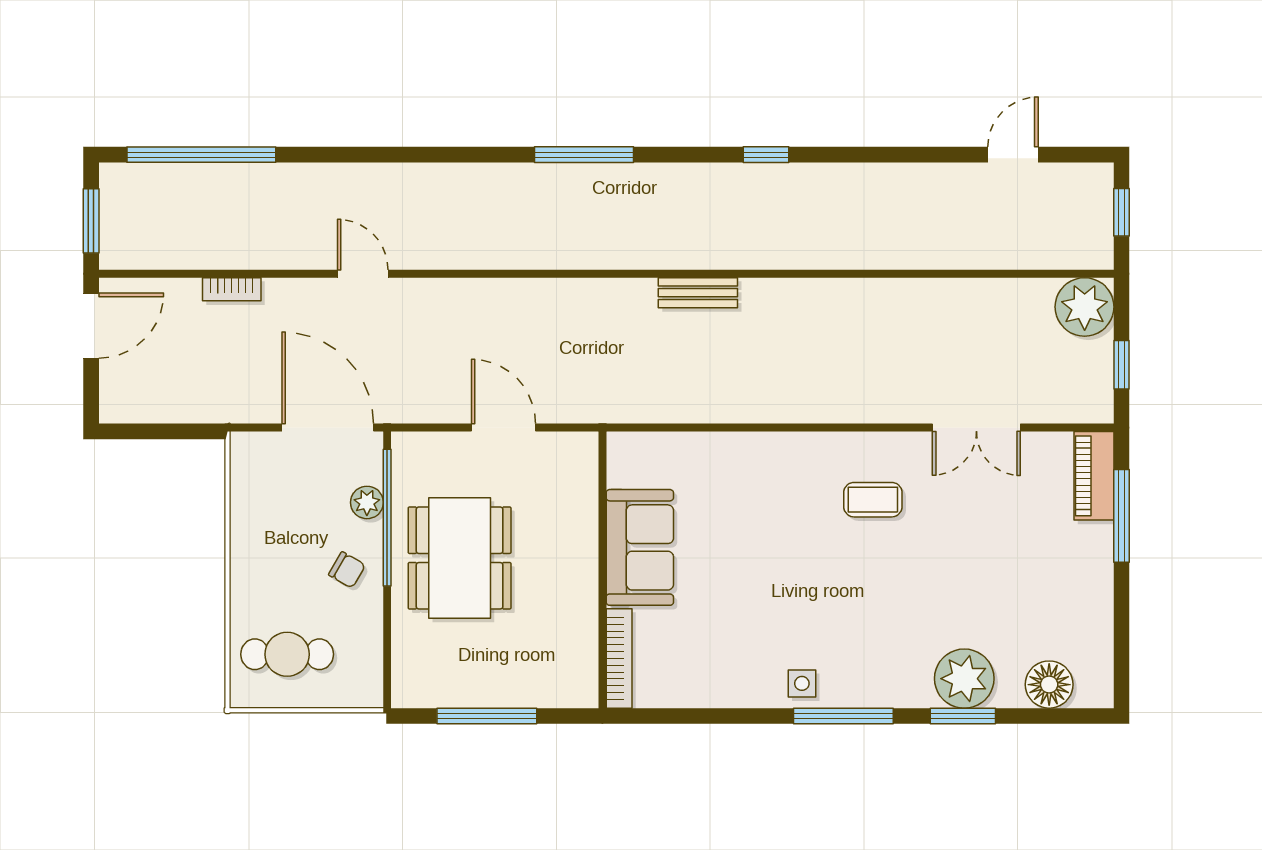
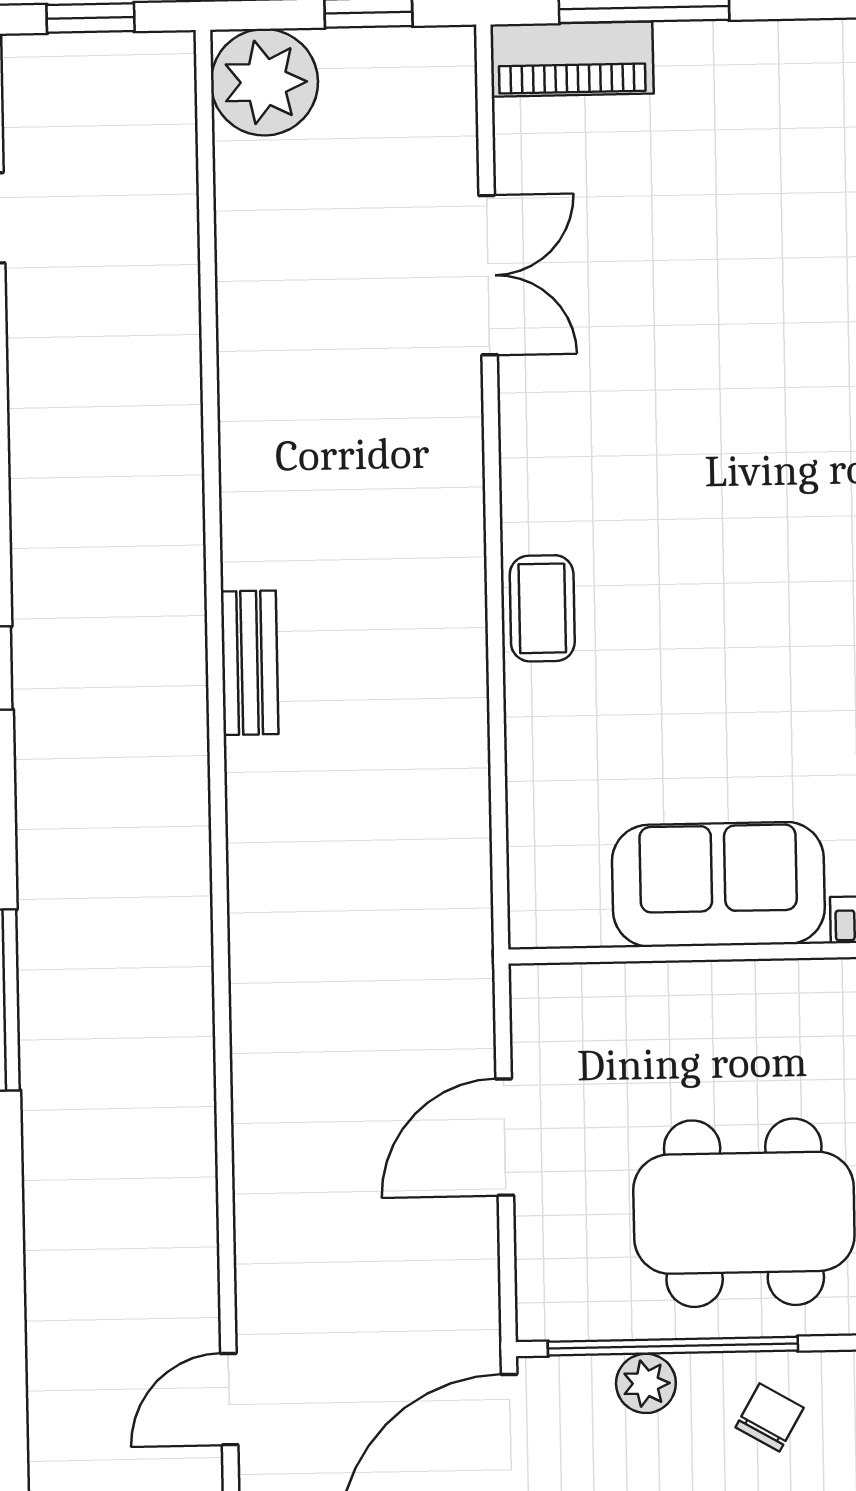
bench: (698, 293) -> (250, 663), moved
coffee table: (873, 500) -> (542, 608), moved

